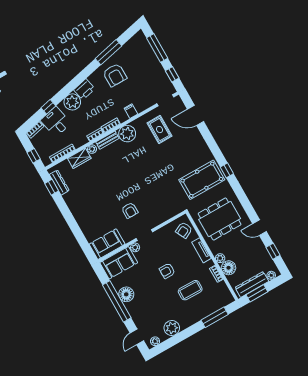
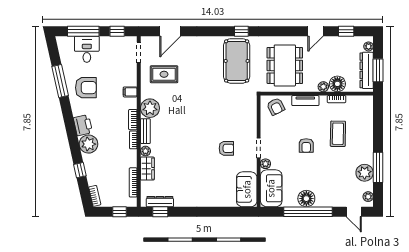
desk: (56, 122) -> (87, 49), moved, turned 103
window: (215, 317) -> (378, 167), moved

